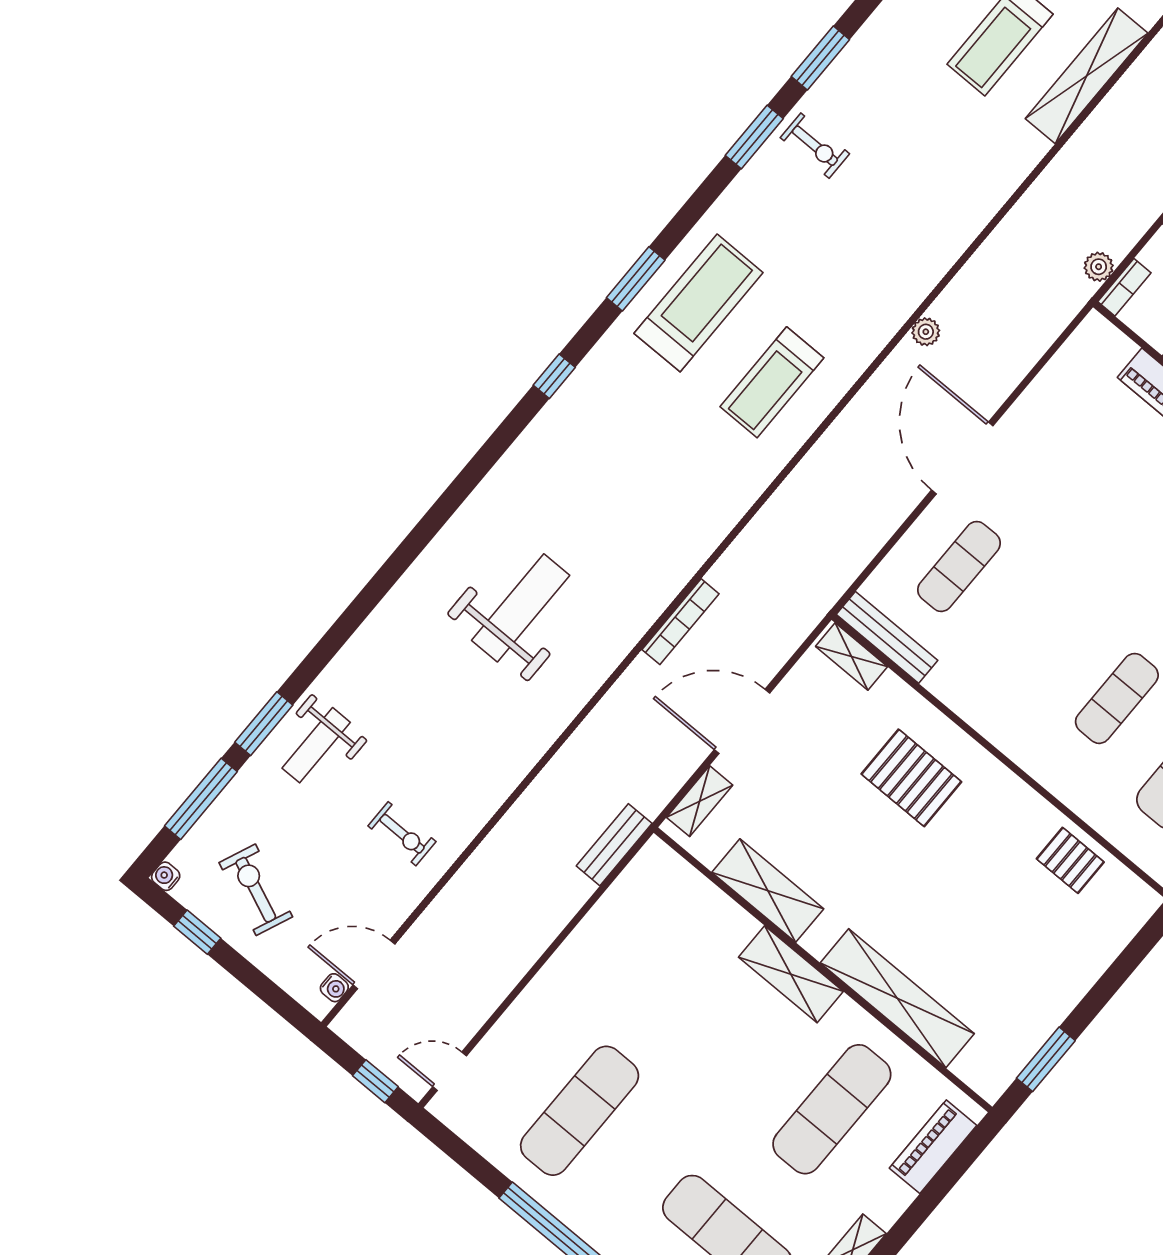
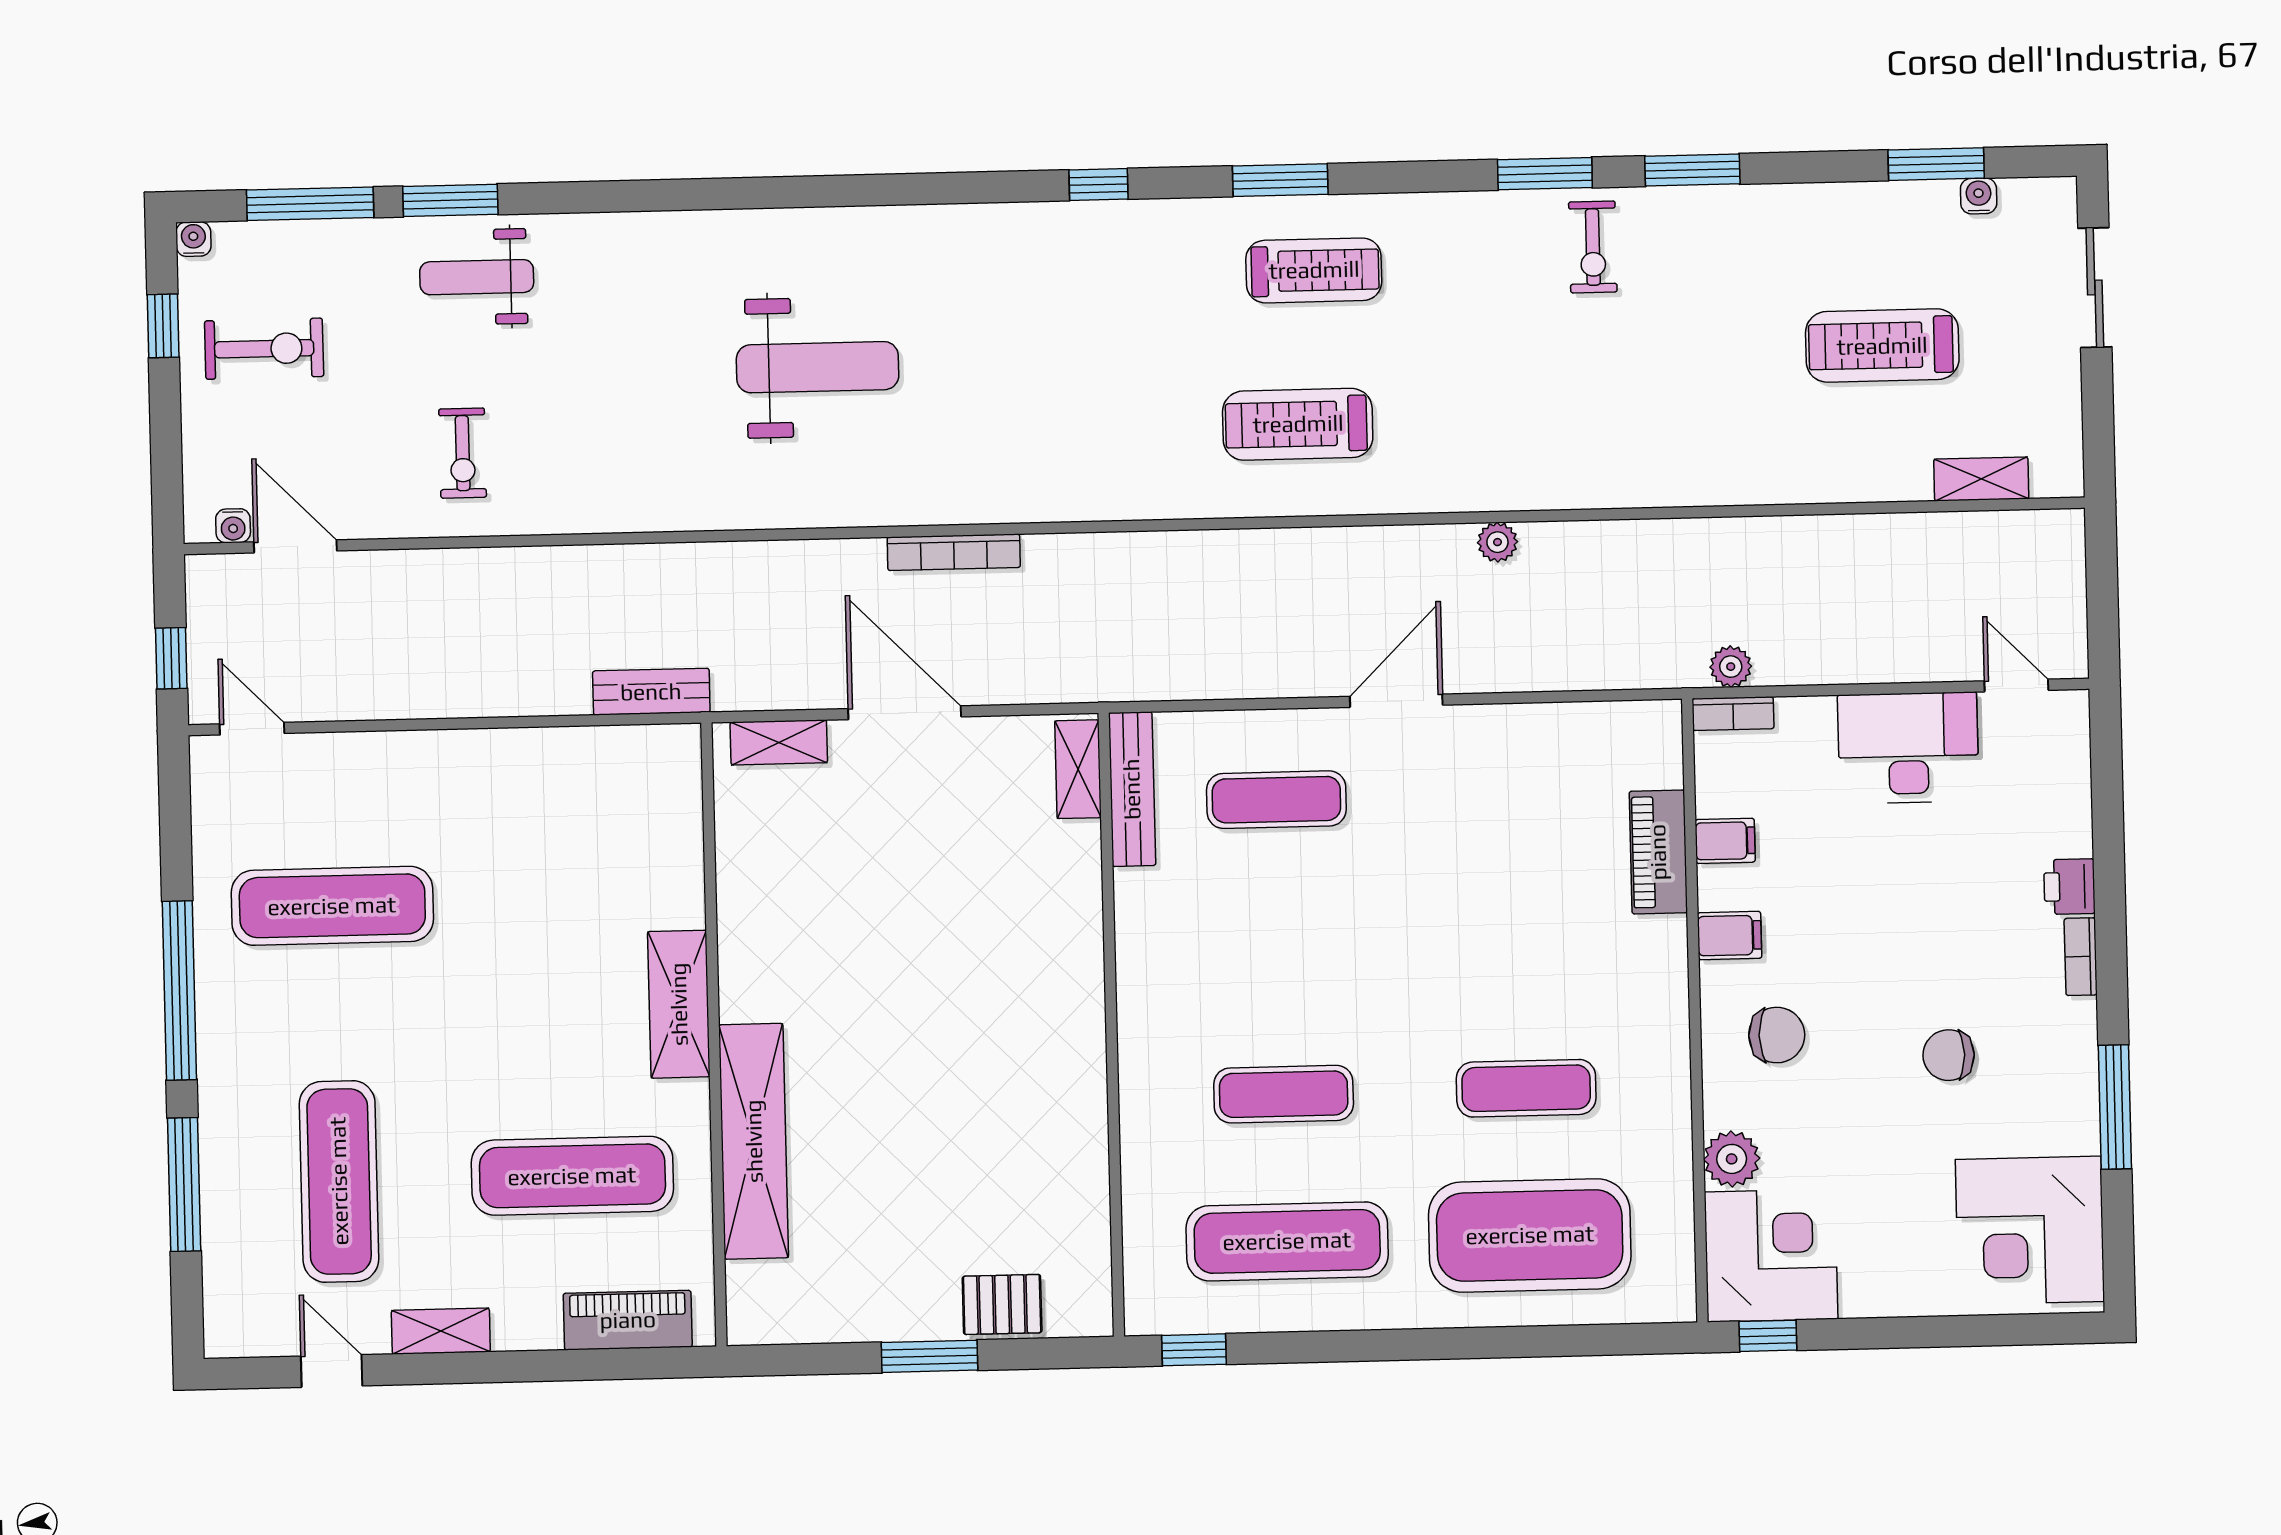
shelving: (1087, 76) -> (1981, 479), width x0.45, depth x0.75
treadmill: (699, 303) -> (1314, 270), width x0.73, depth x0.73
door: (962, 458) -> (1396, 701), width x0.73
pallet: (911, 778) -> (1004, 948), removed
pallet: (1070, 860) -> (1002, 1304), moved, turned 90
exercise bike: (256, 890) -> (264, 349), turned 67
shelving: (768, 891) -> (747, 900), removed
window: (1046, 1059) -> (929, 1356), moved

